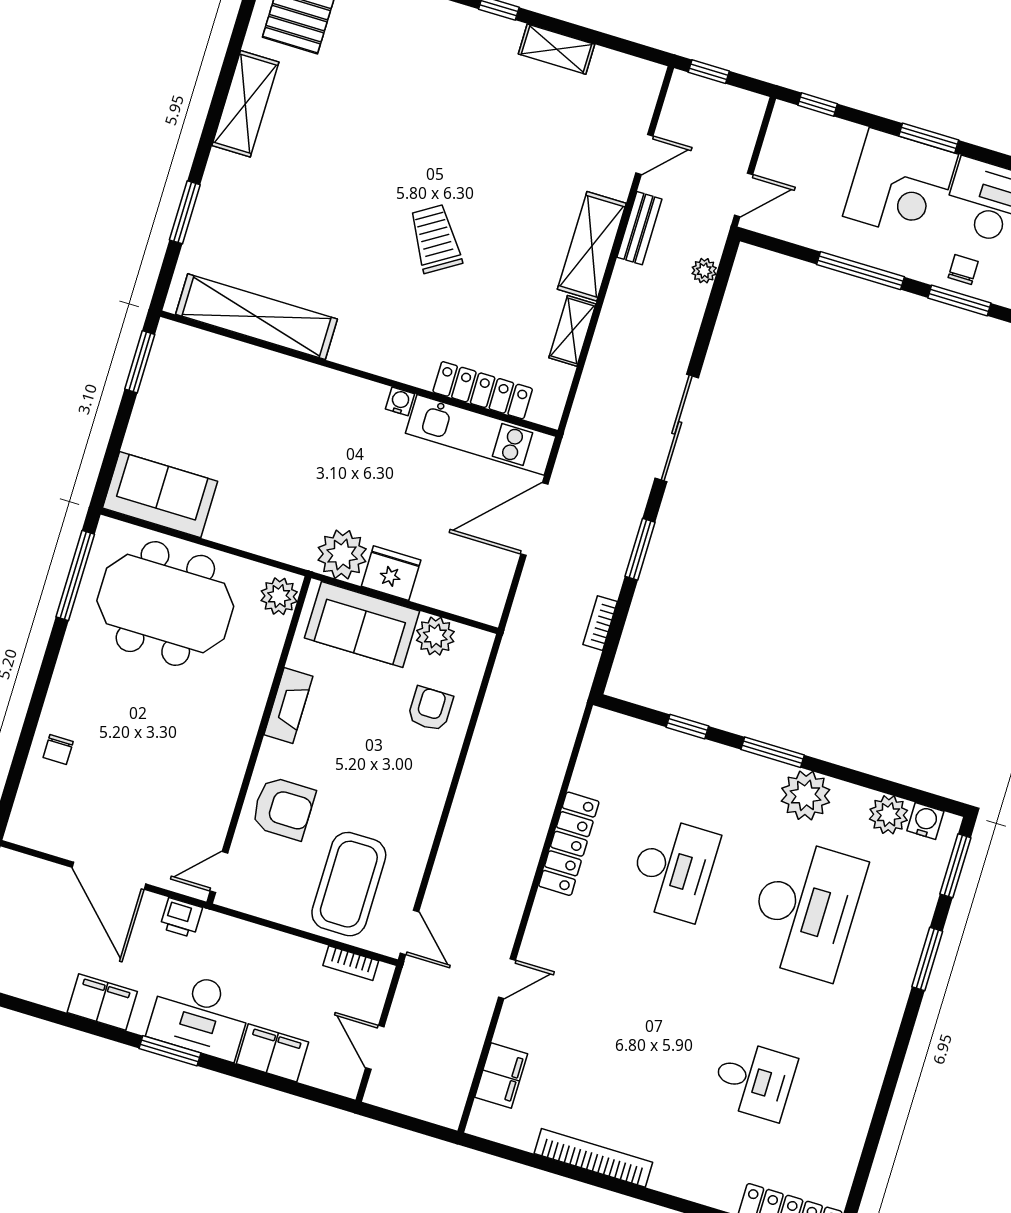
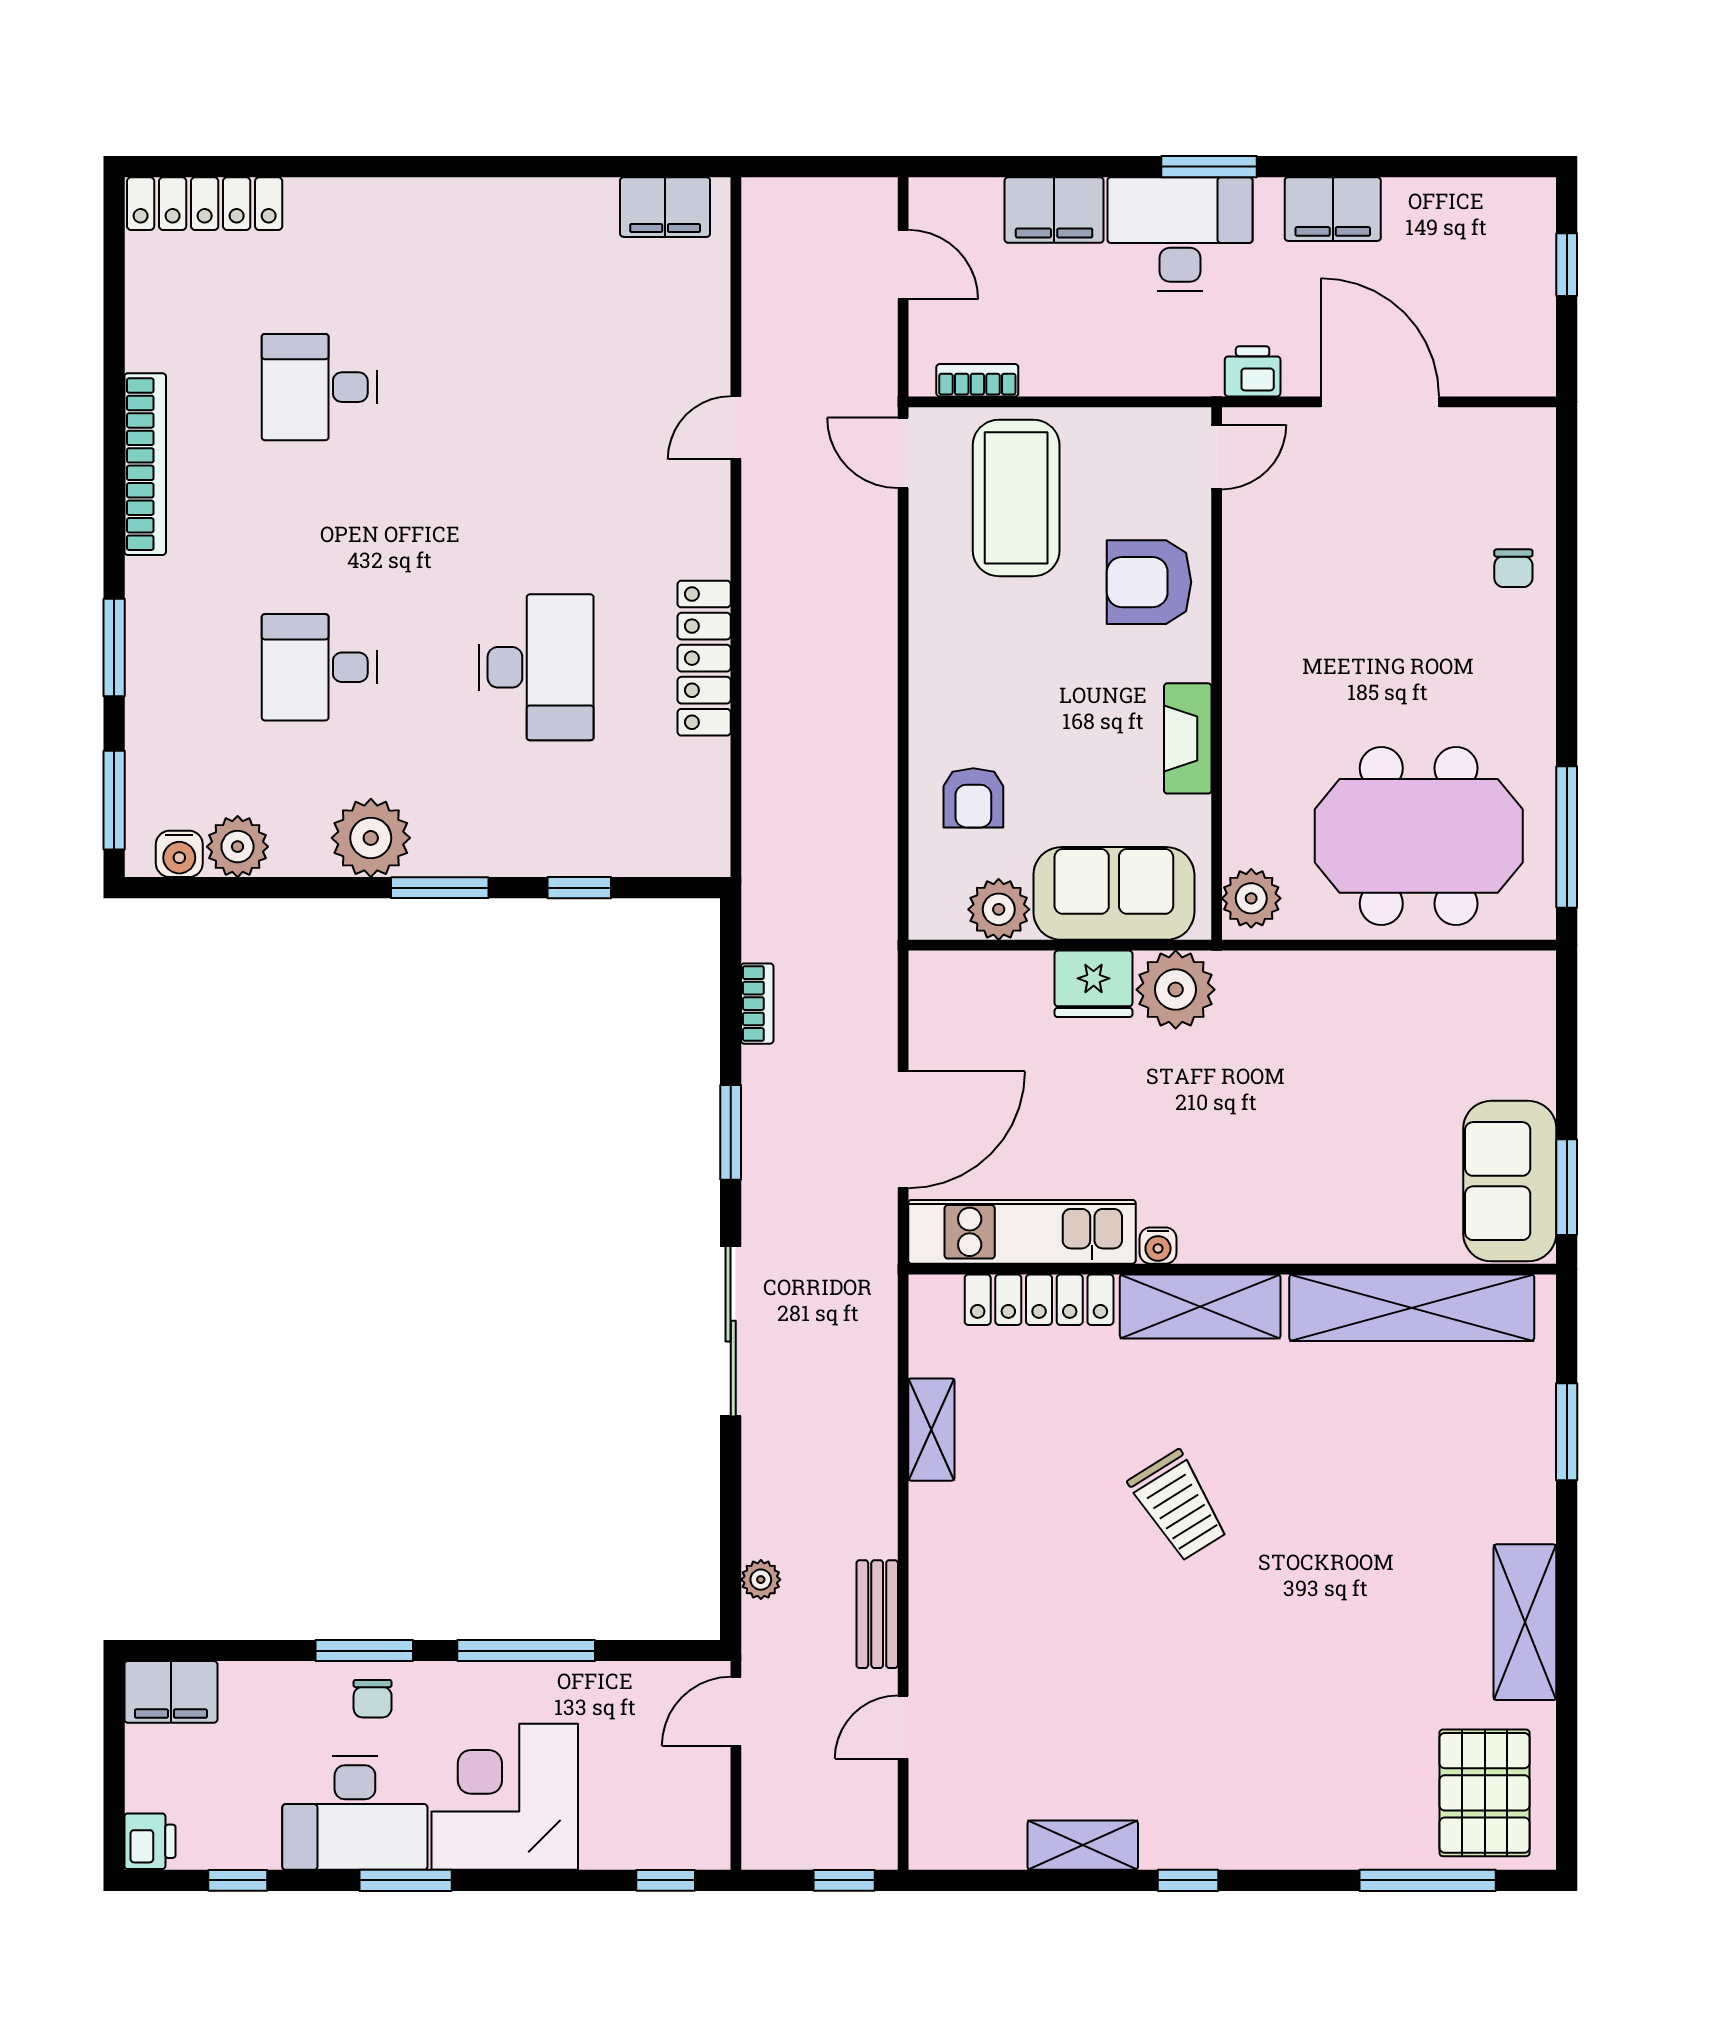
window: (929, 138) -> (406, 1880), moved
shelving: (592, 246) -> (1200, 1306), moved, turned 90
sofa: (160, 495) -> (1510, 1181), moved, turned 90
chair: (58, 749) -> (1513, 568), turned 180
desk: (673, 869) -> (536, 667), turned 180
desk: (806, 909) -> (319, 667), width x0.53, depth x0.77
filing cabinet: (501, 1075) -> (665, 207), moved, turned -90
bookcase: (593, 1158) -> (145, 464), moved, turned -90

